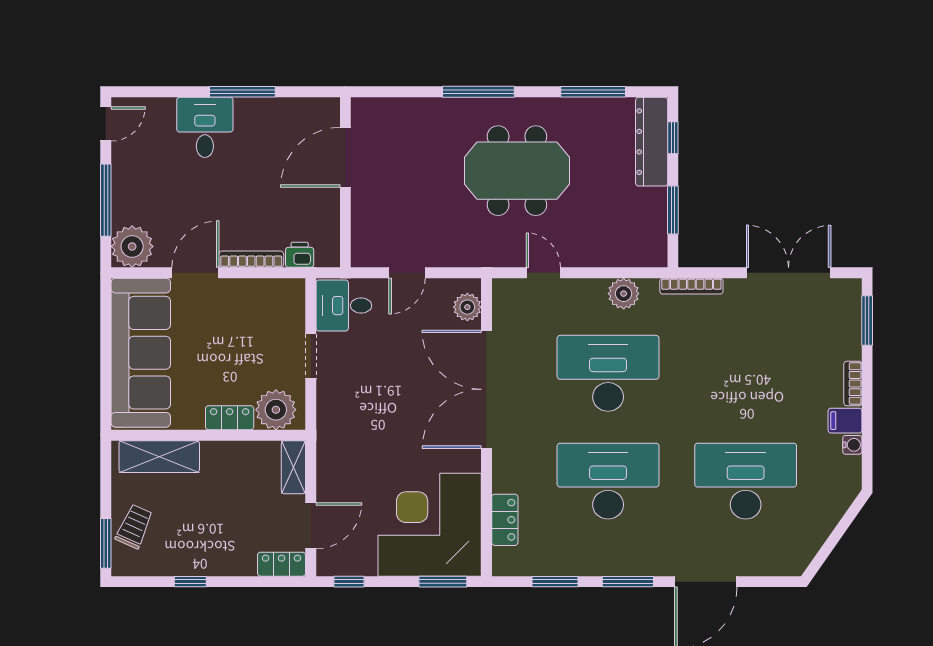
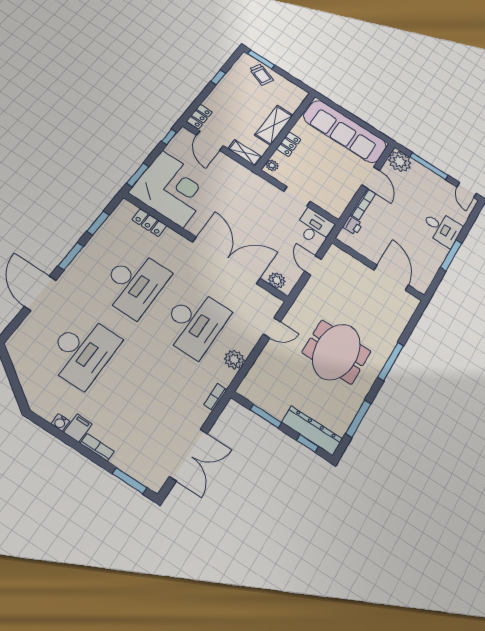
bookcase: (691, 286) -> (215, 397), width x0.64
plant: (276, 410) -> (272, 165), width x0.53, depth x0.53
shelving: (159, 457) -> (274, 125), moved

